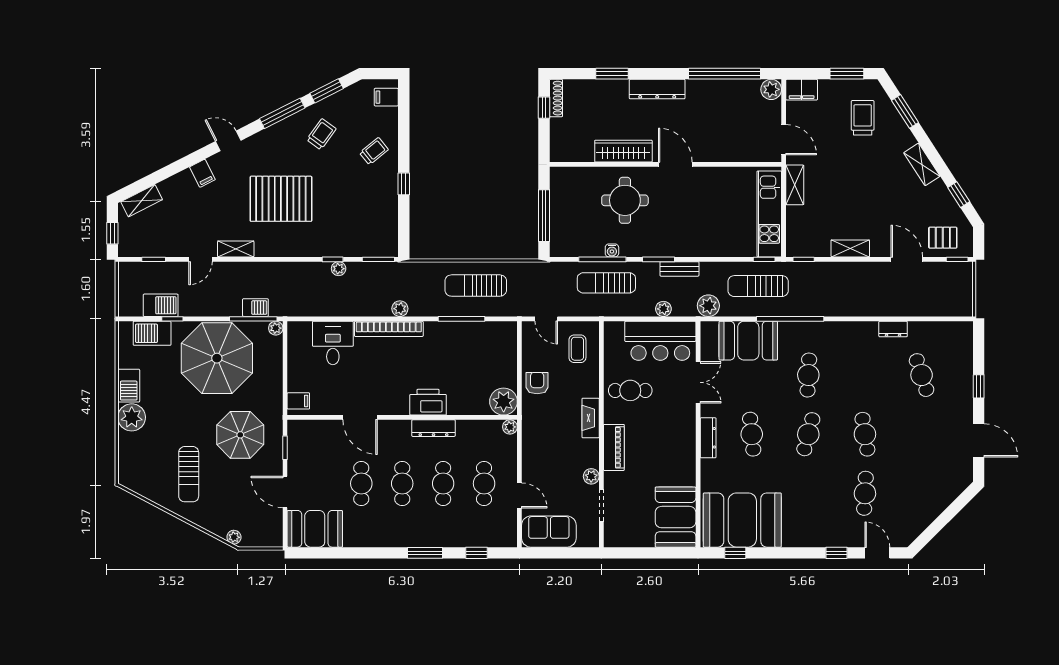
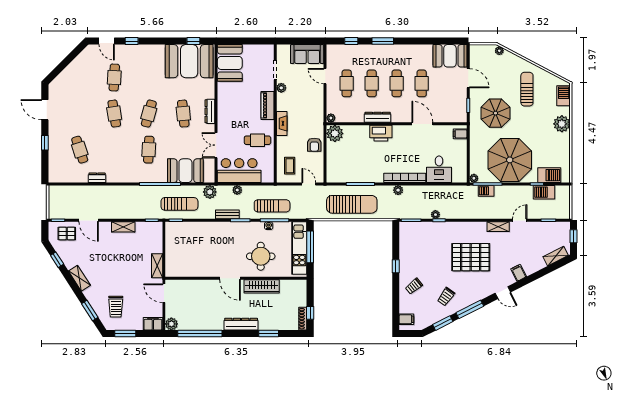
kitchen unit: (769, 214) -> (299, 248), moved, turned 180
sun lounger: (476, 286) -> (352, 204), width x1.36, depth x1.34
barbecue: (129, 386) -> (564, 96), moved

